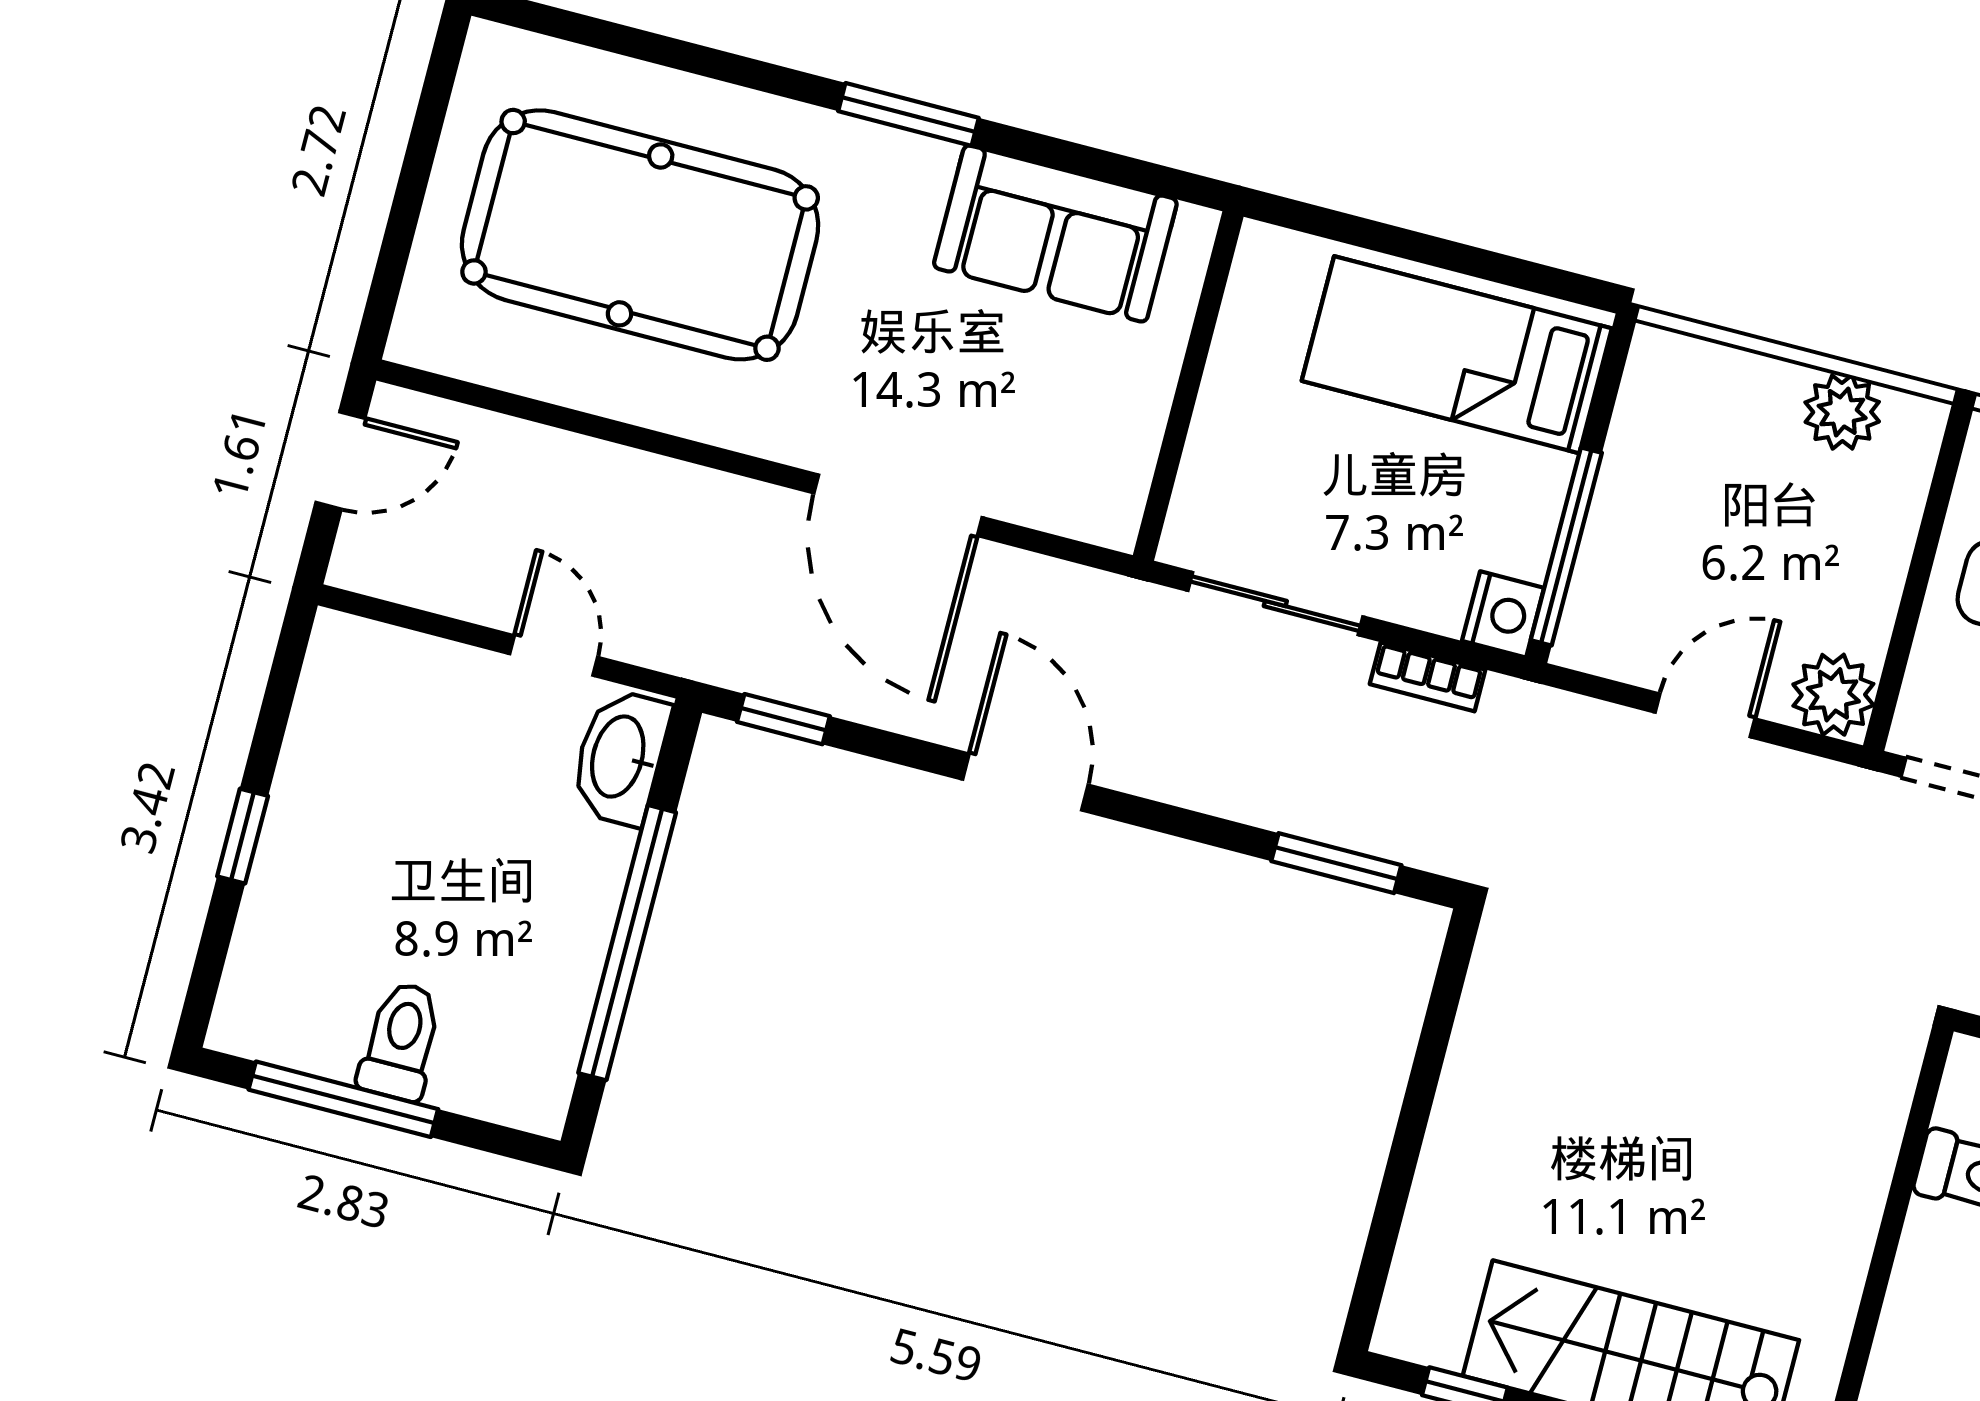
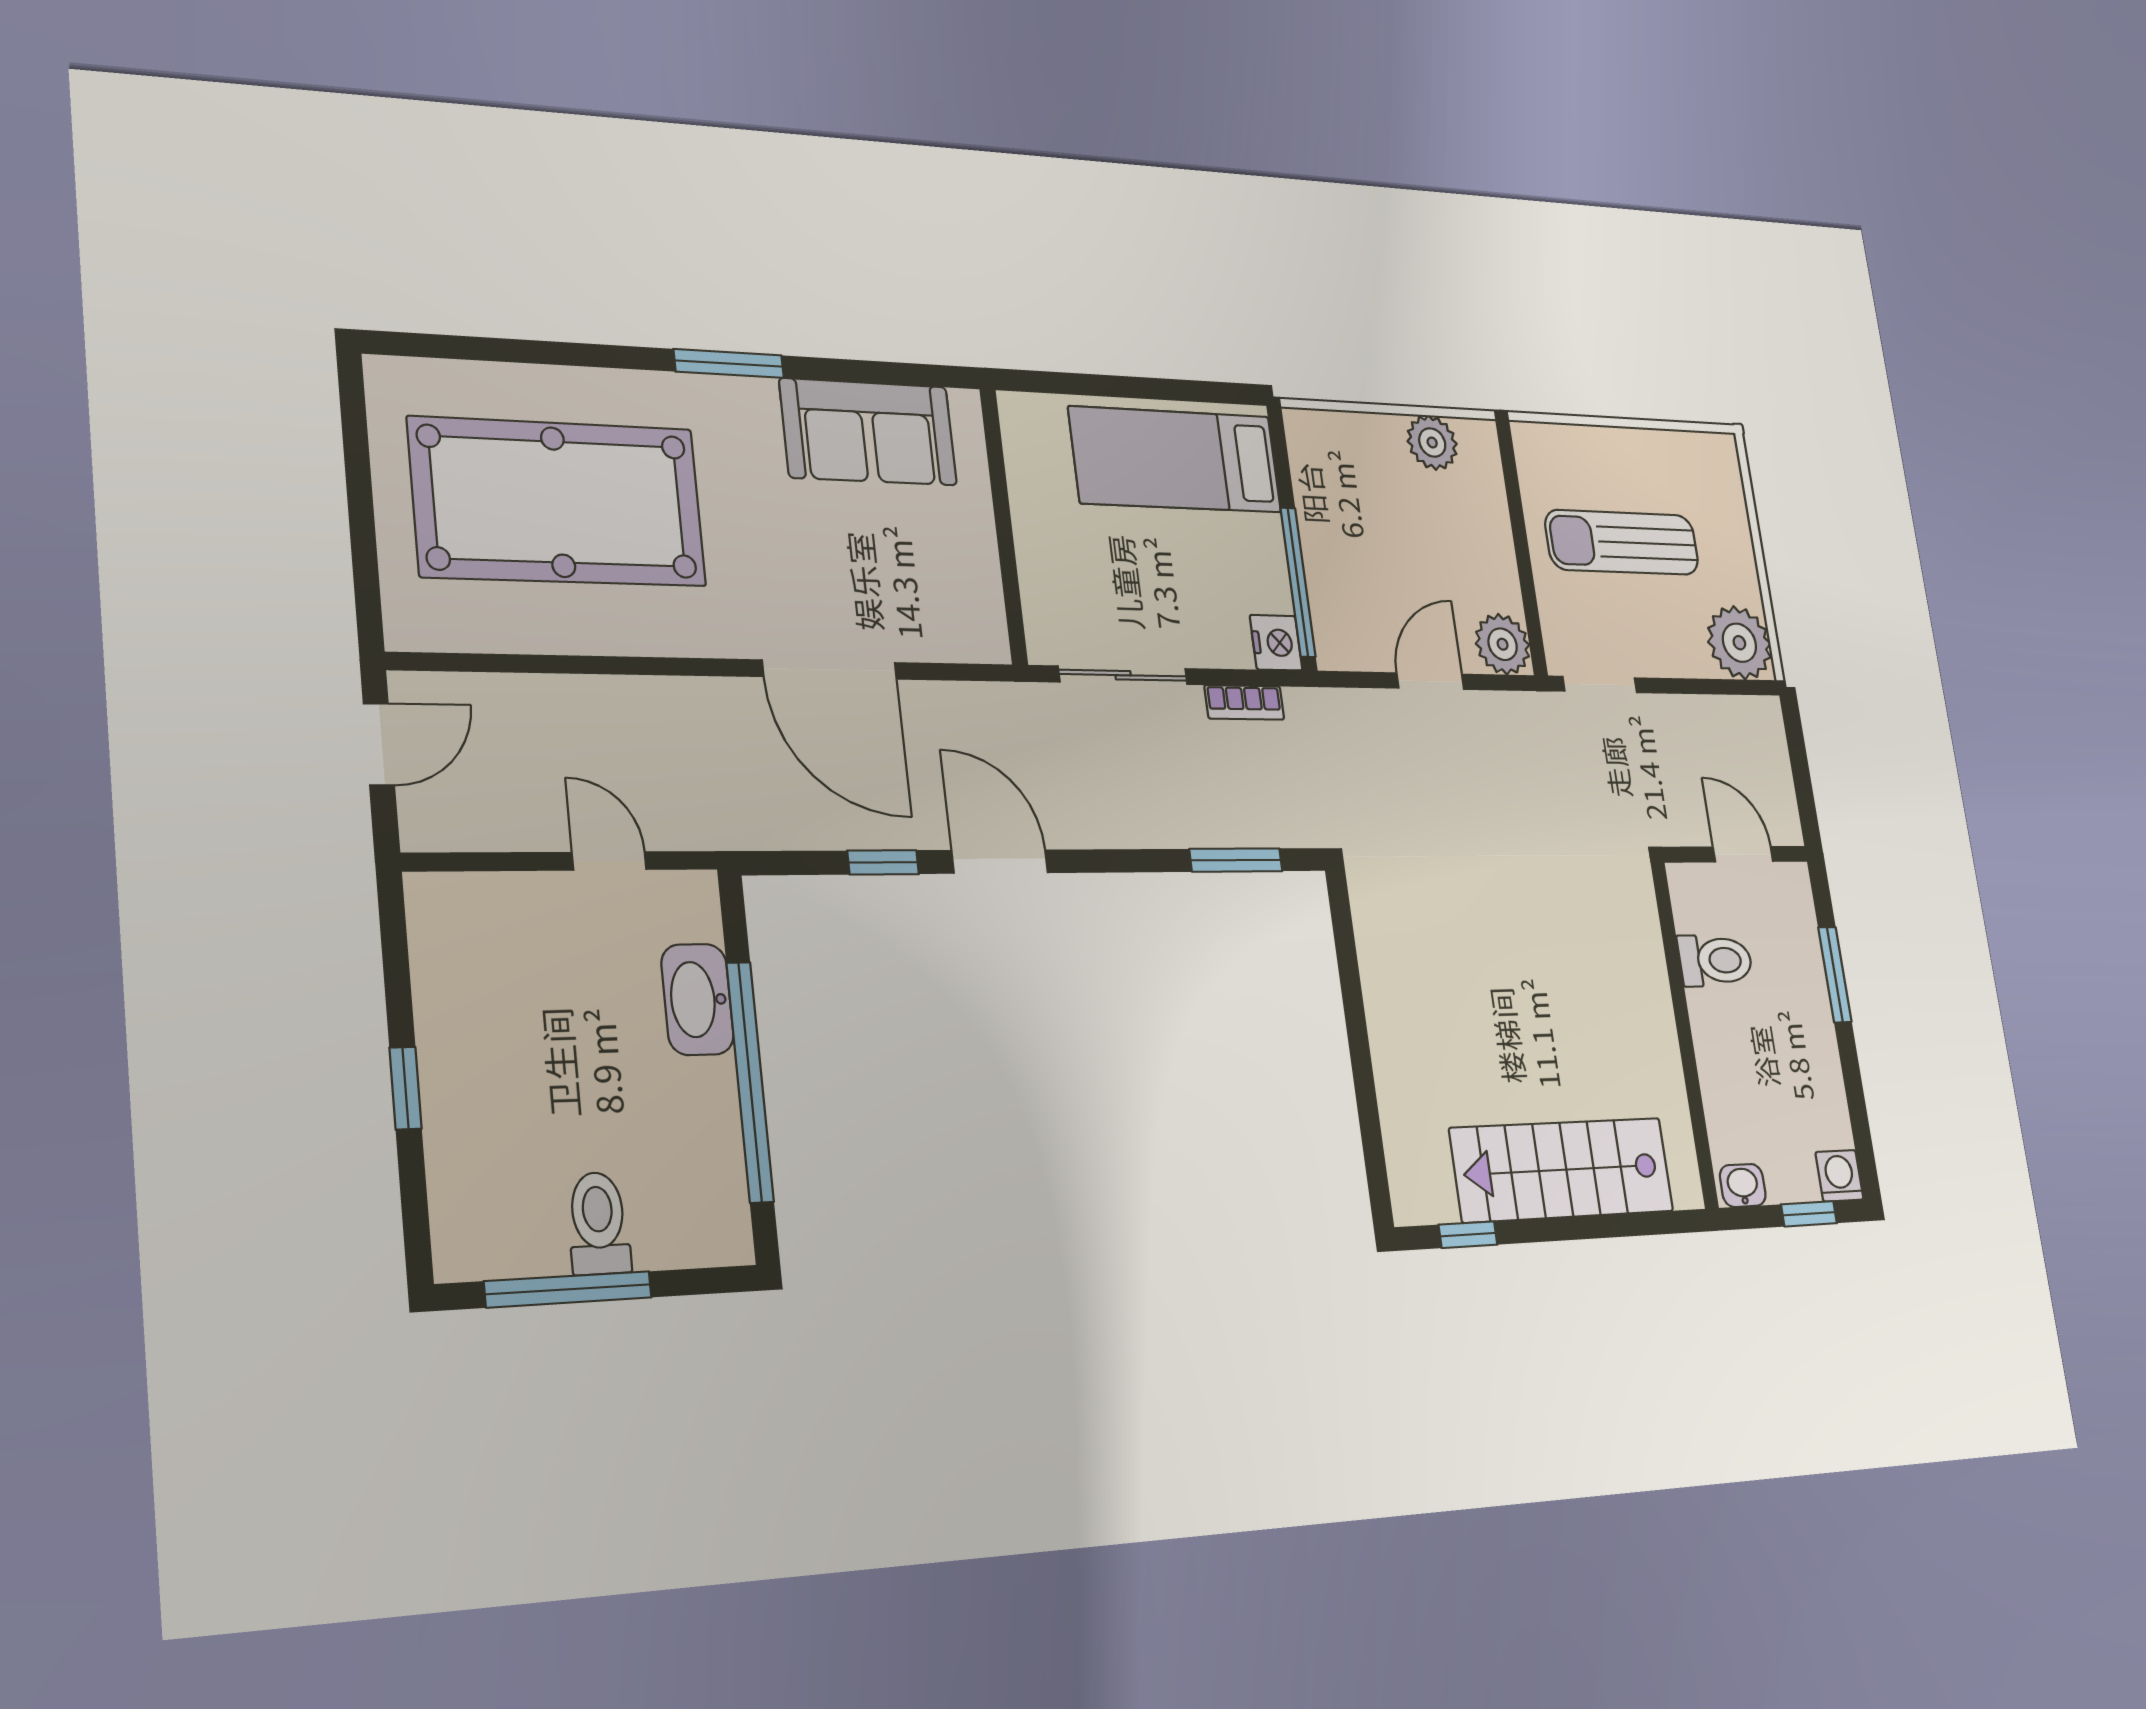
window: (783, 719) -> (883, 862), moved
washbasin: (620, 757) -> (697, 999), moved

